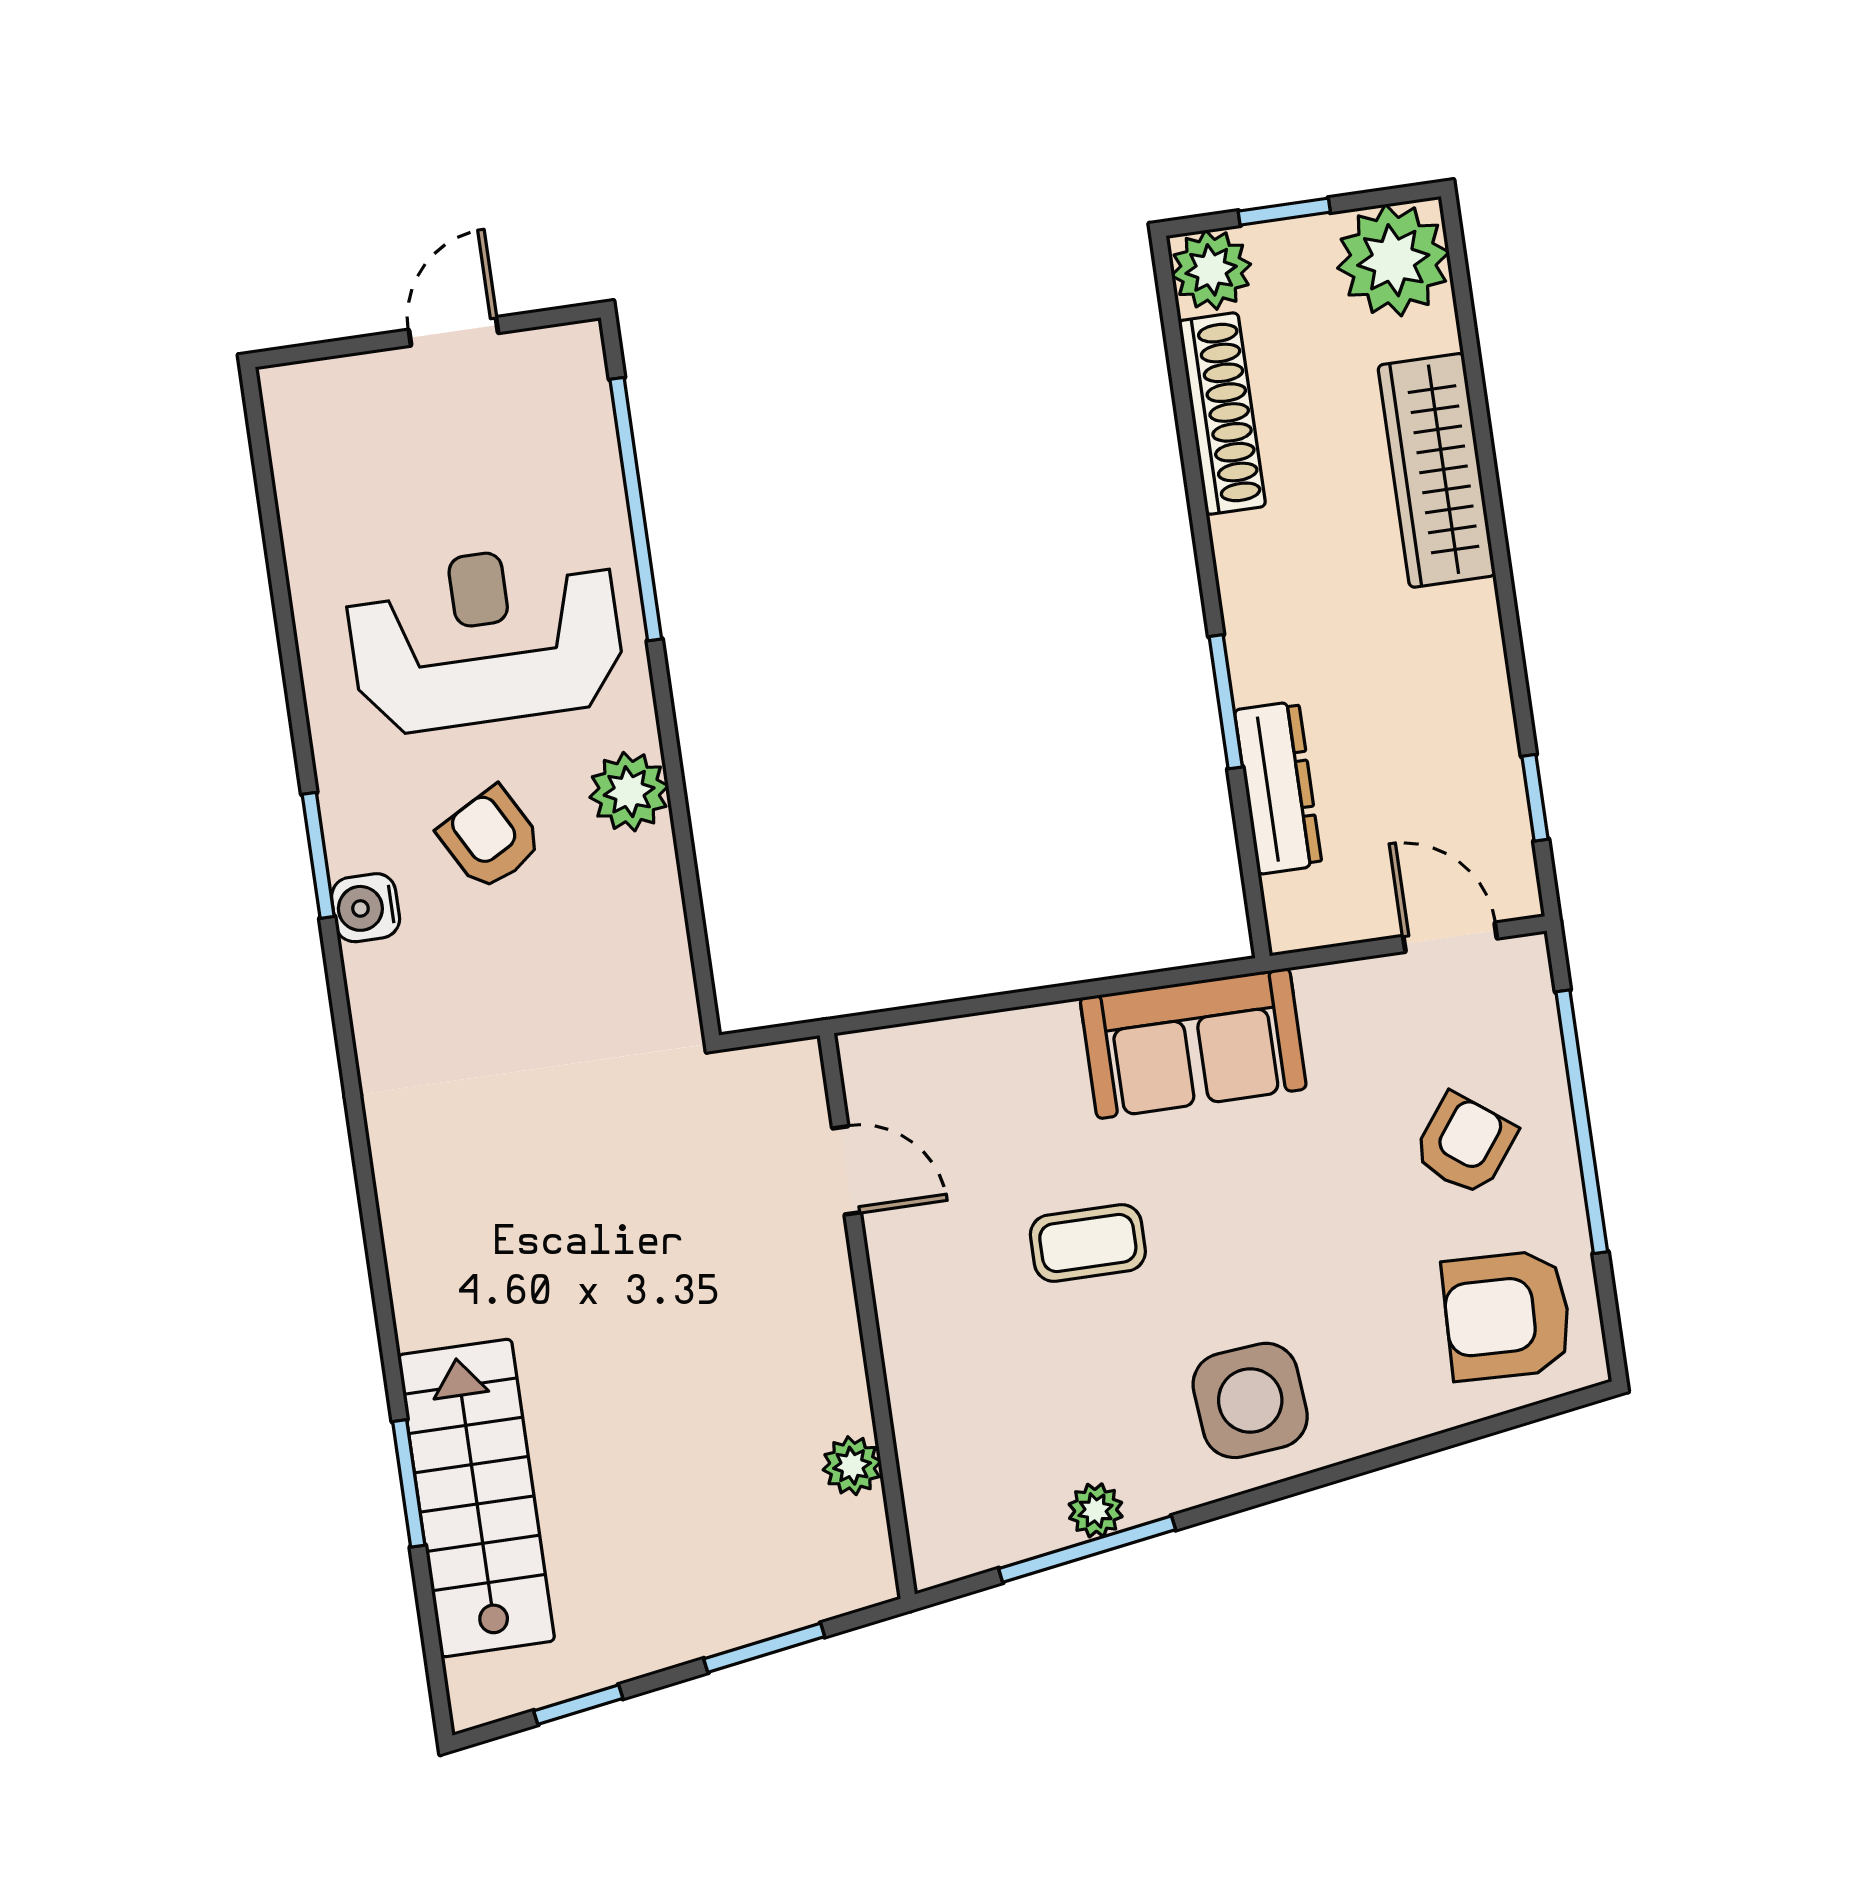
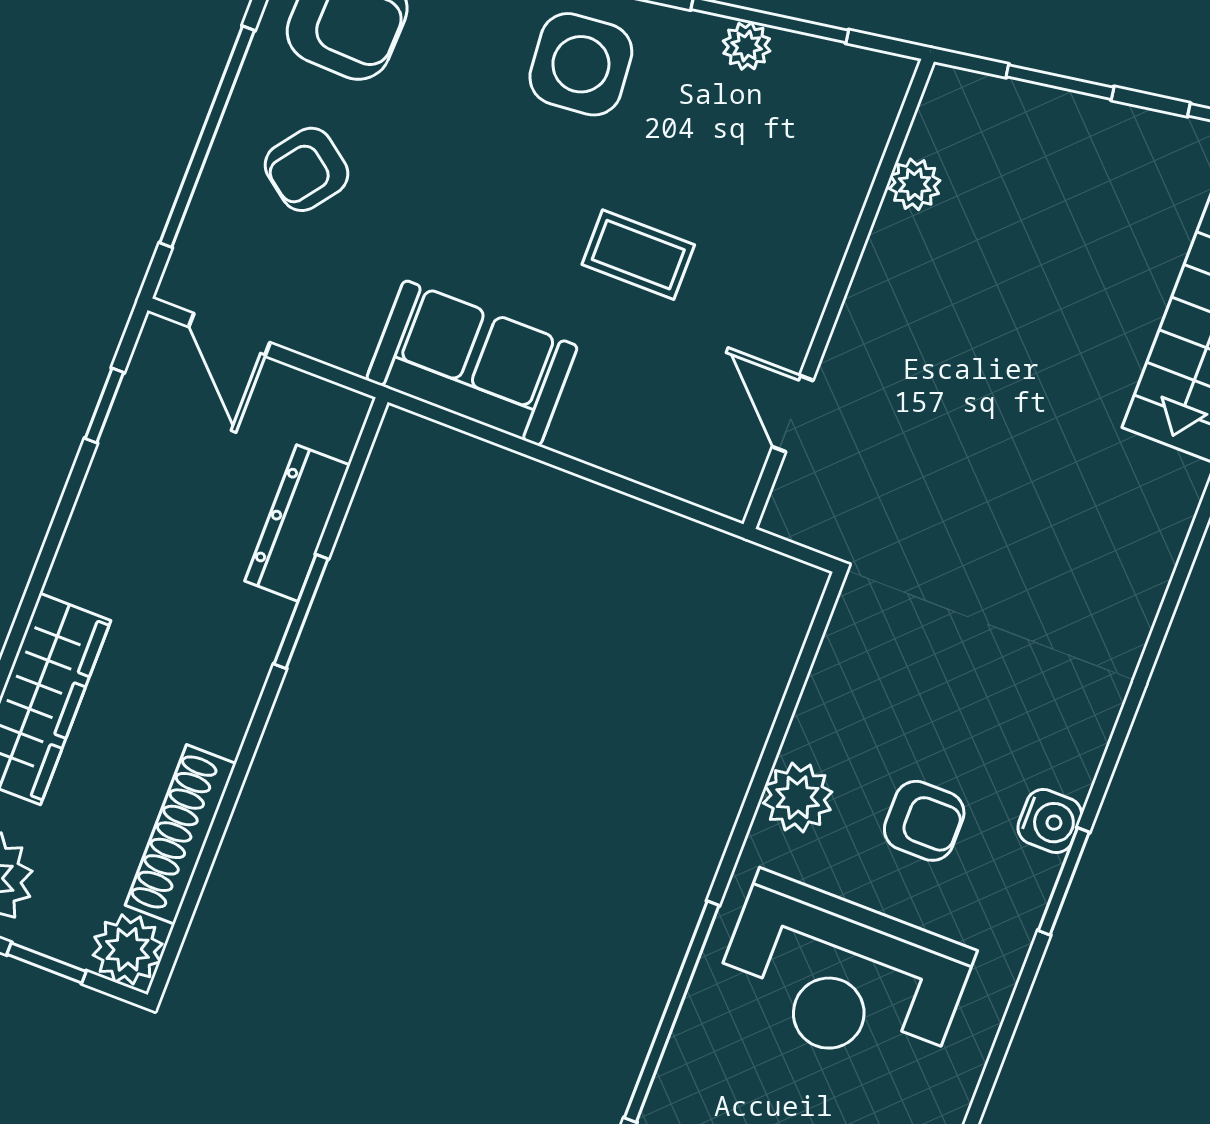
armchair: (490, 838) -> (924, 821), turned -61

